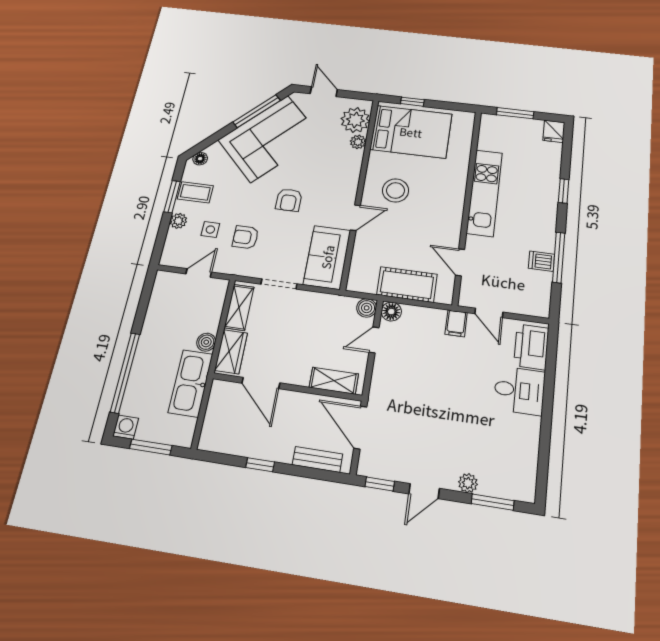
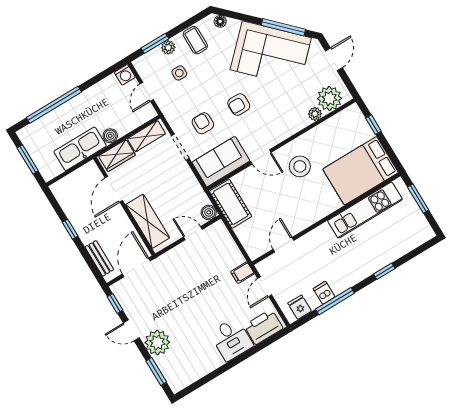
fridge: (554, 131) -> (300, 307), moved, turned 90
bed: (411, 132) -> (361, 171), moved, turned 90
kitchen unit: (484, 193) -> (365, 210), moved
window: (172, 197) -> (155, 43), moved
armchair: (245, 237) -> (203, 123), moved
door: (199, 273) -> (147, 92), swing flipped
cot: (407, 285) -> (231, 204), moved
floor lamp: (391, 312) -> (218, 229), removed
shelving: (334, 381) -> (148, 221), width x1.50, depth x1.33
washing machine: (126, 427) -> (125, 75), moved, turned 90
plant: (468, 483) -> (157, 342), width x1.88, depth x1.88

